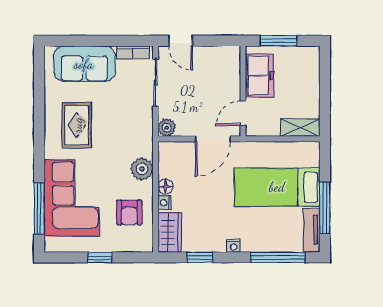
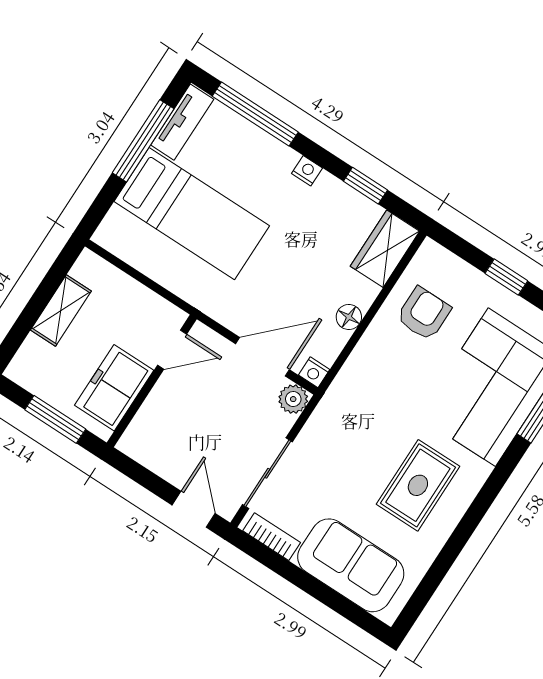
shelving: (300, 128) -> (61, 311), moved, turned 90
door: (213, 139) -> (263, 357), moved
plant: (142, 169) -> (366, 364), removed
nightstand: (165, 203) -> (314, 372), moved, turned 90

